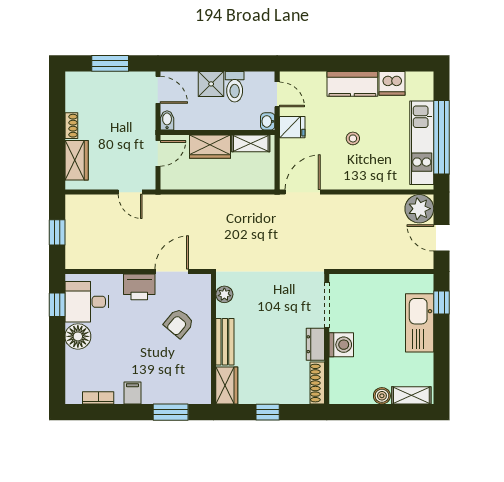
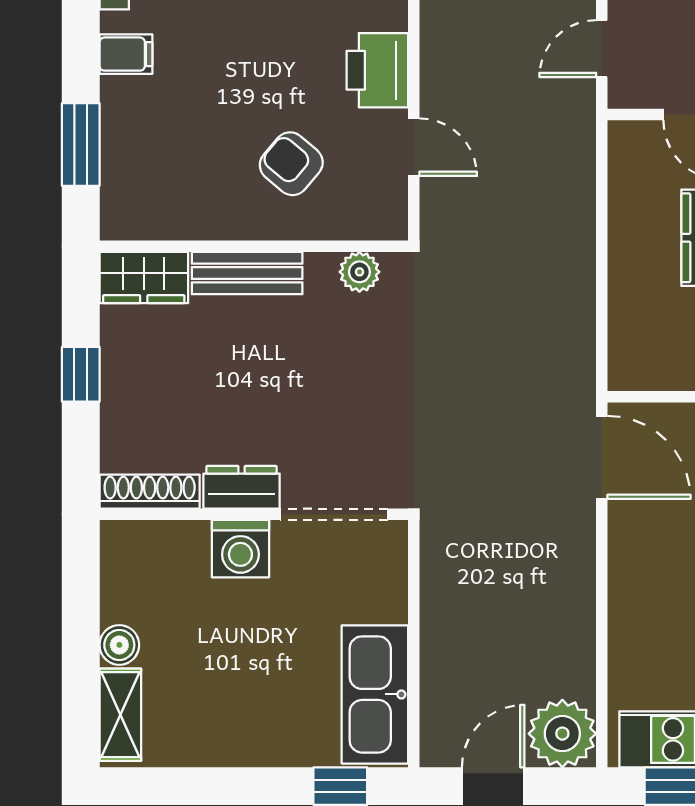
door: (172, 271) -> (414, 147), width x0.73
kitchen sink: (420, 323) -> (375, 694), moved, turned -90

